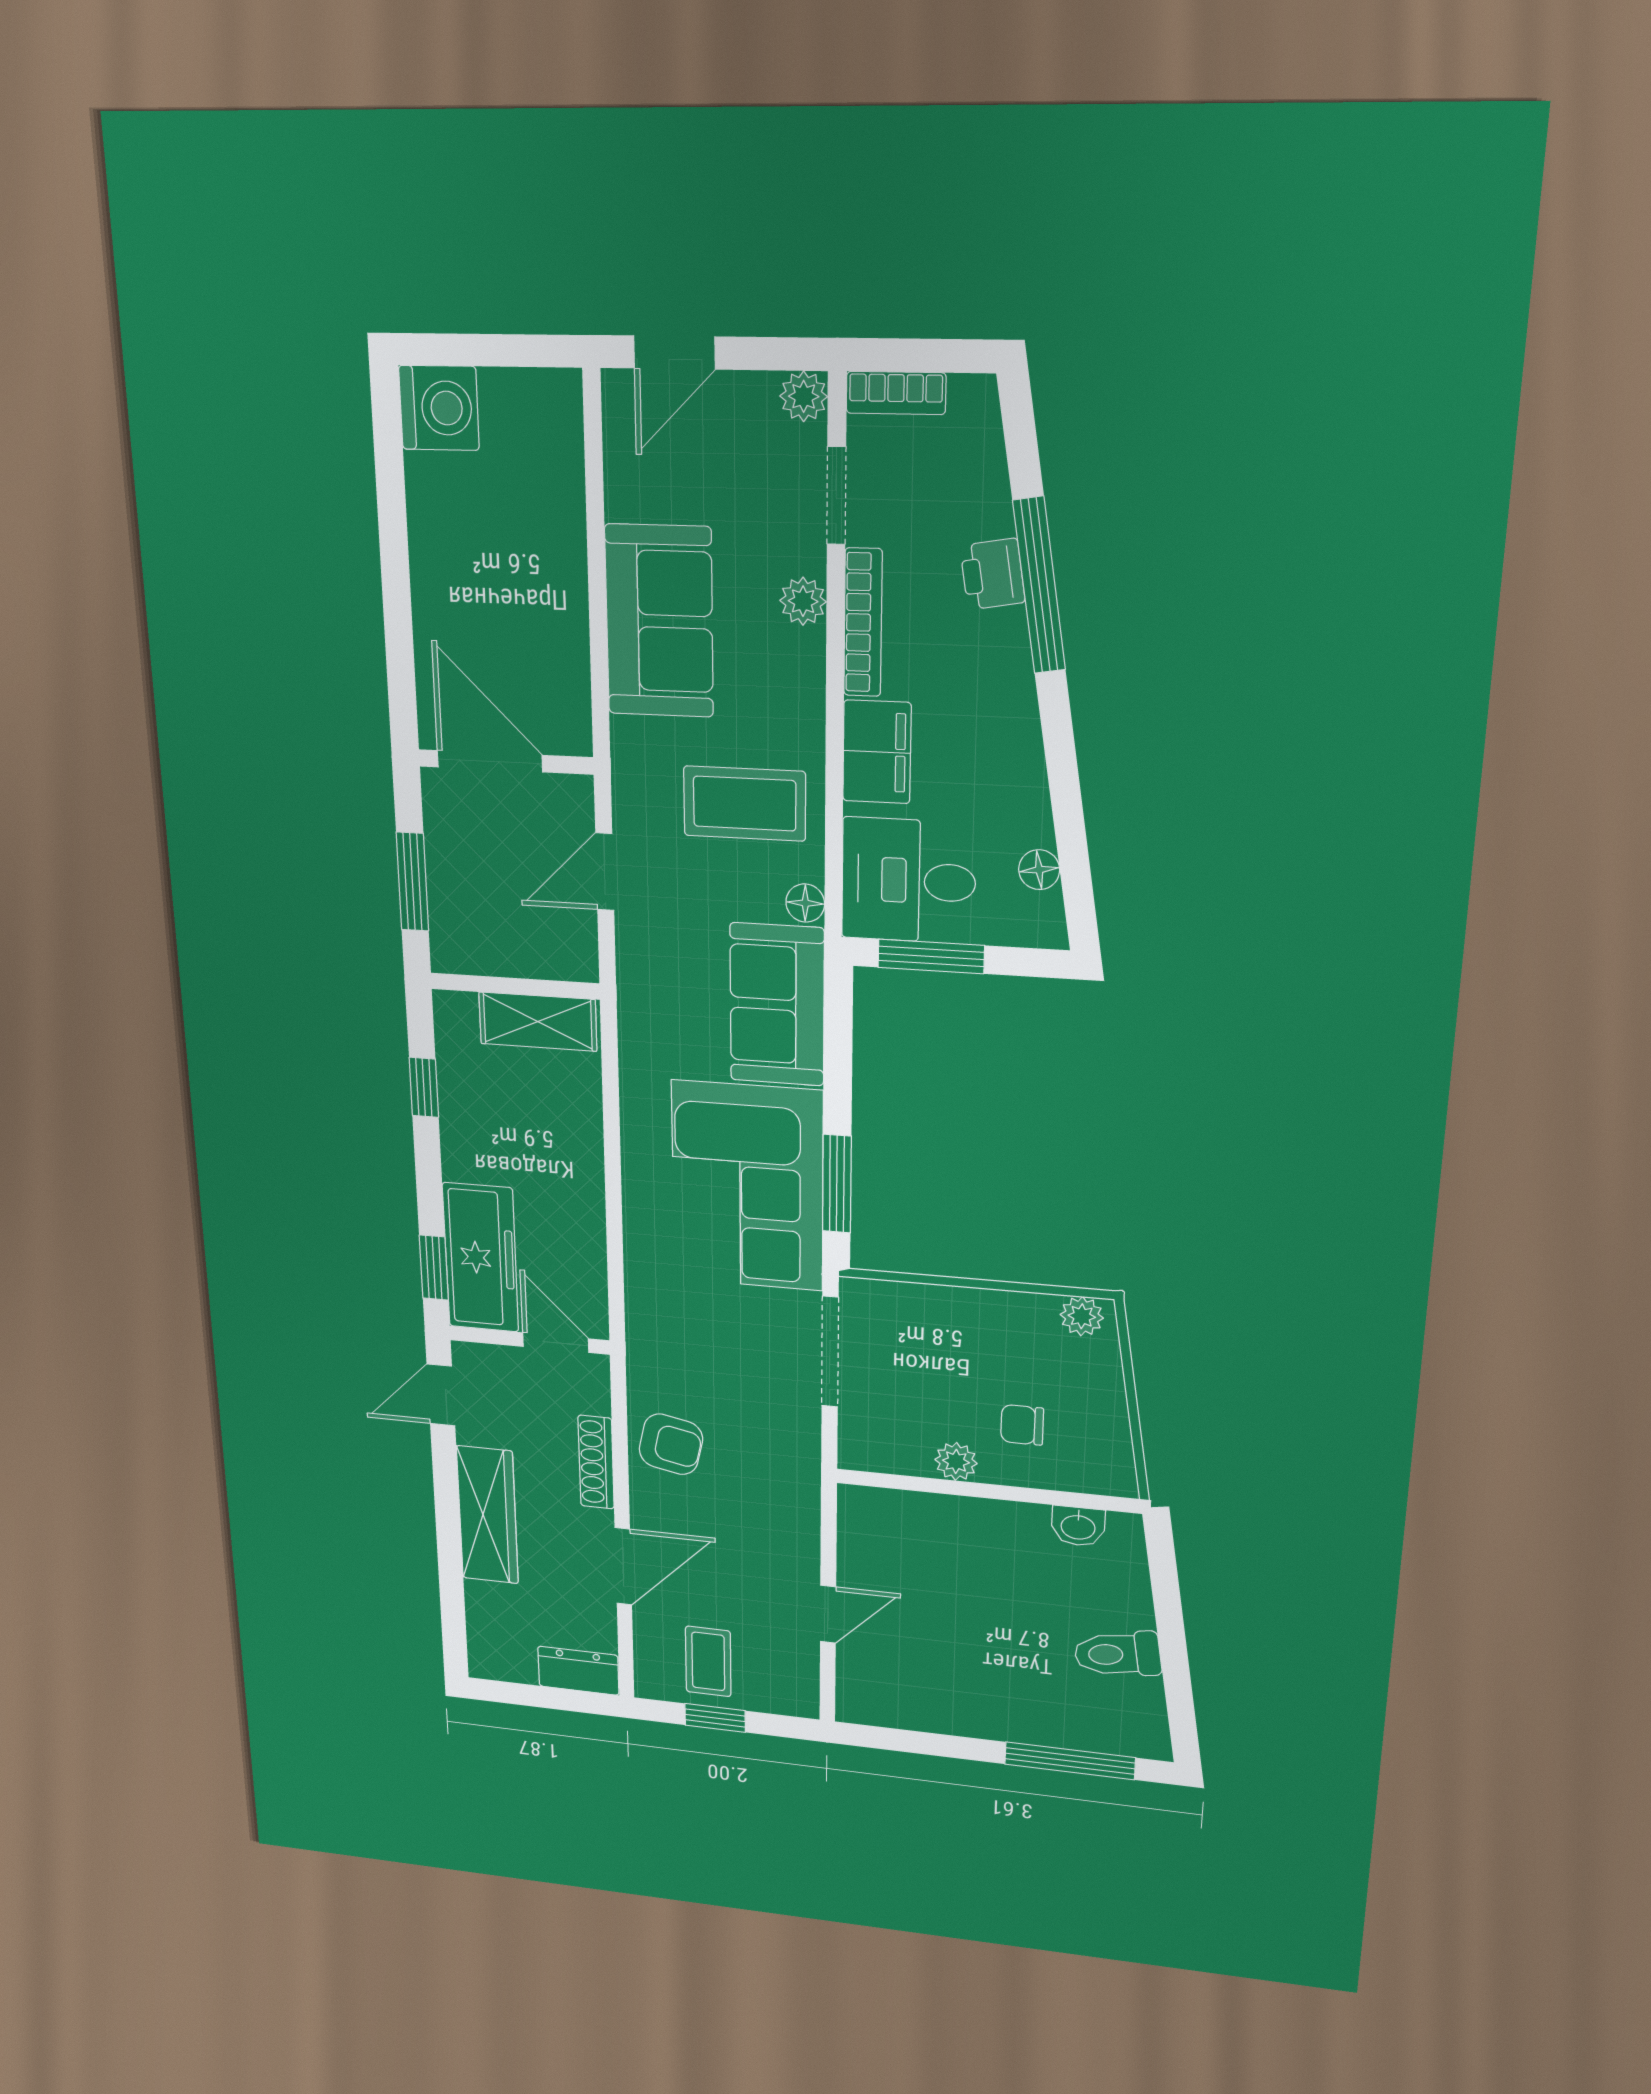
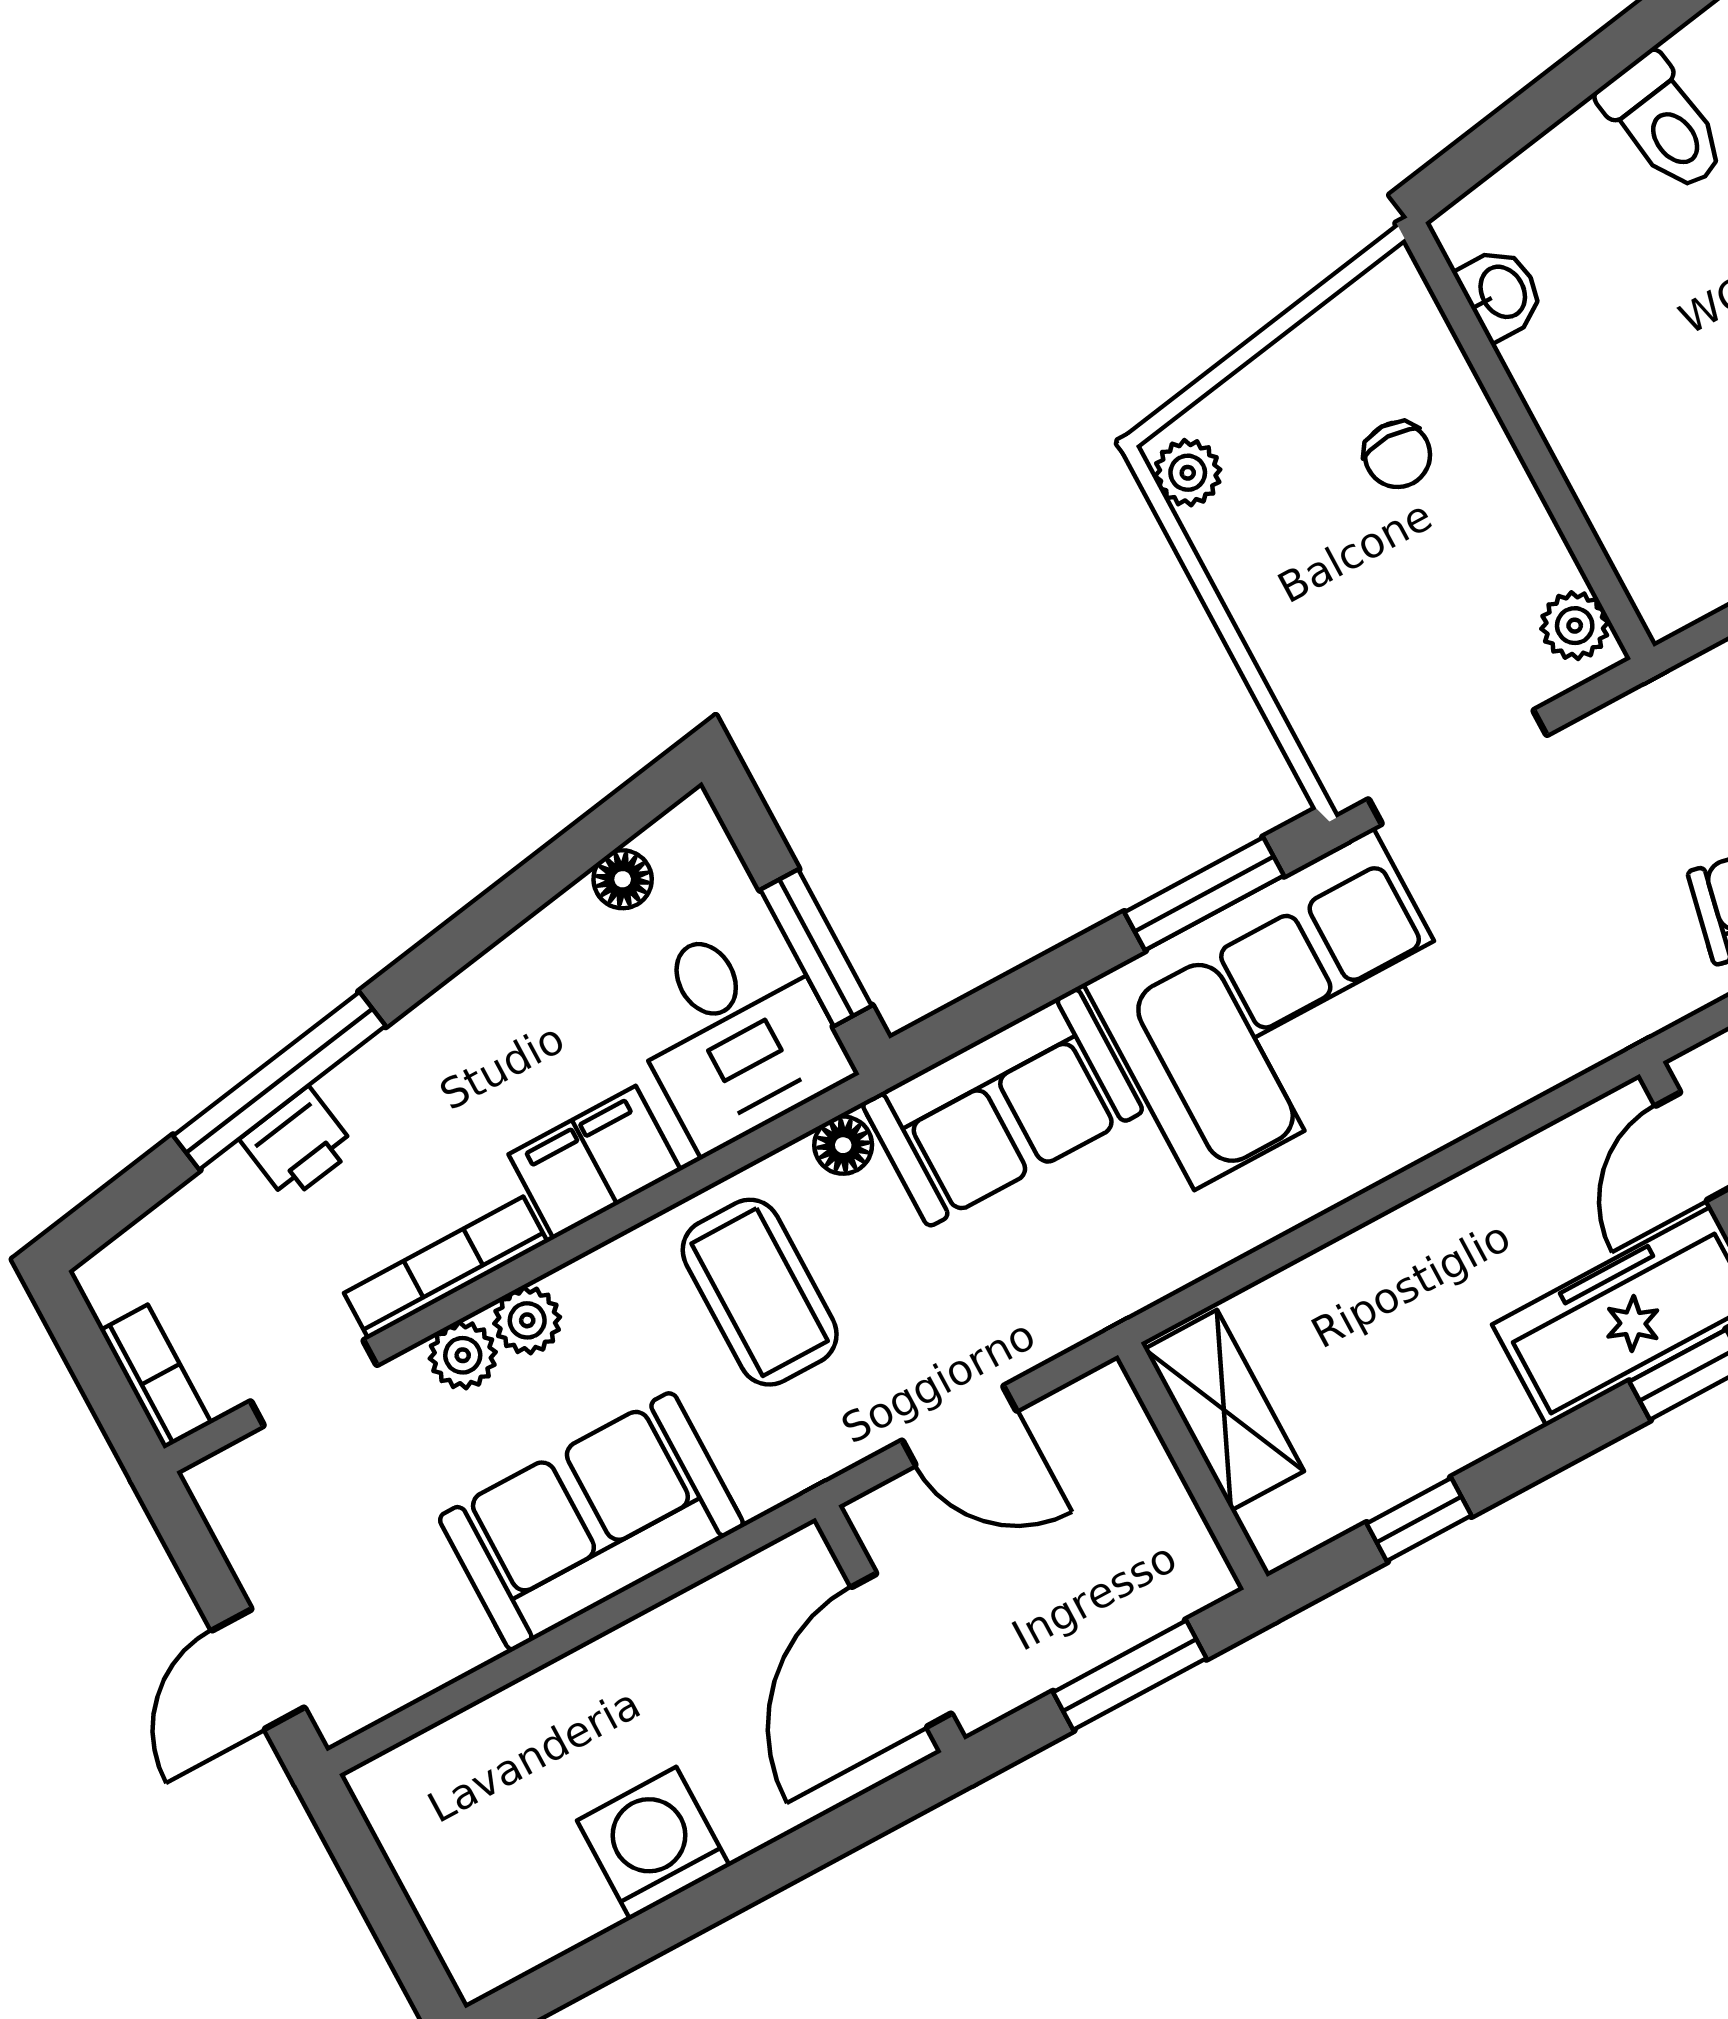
door: (674, 353) -> (258, 1669), swing flipped
plant: (804, 396) -> (527, 1320), moved
washing machine: (439, 408) -> (653, 1843), moved
plant: (956, 1461) -> (1575, 626), moved

